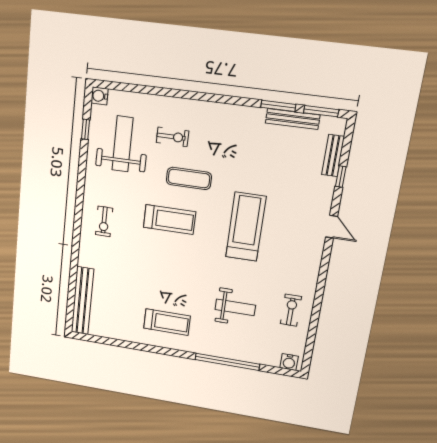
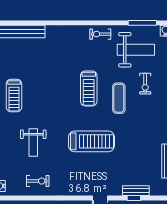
window: (86, 129) -> (142, 23), width x2.17
bench: (333, 156) -> (136, 191), moved
exercise bike: (104, 221) -> (100, 34), moved

